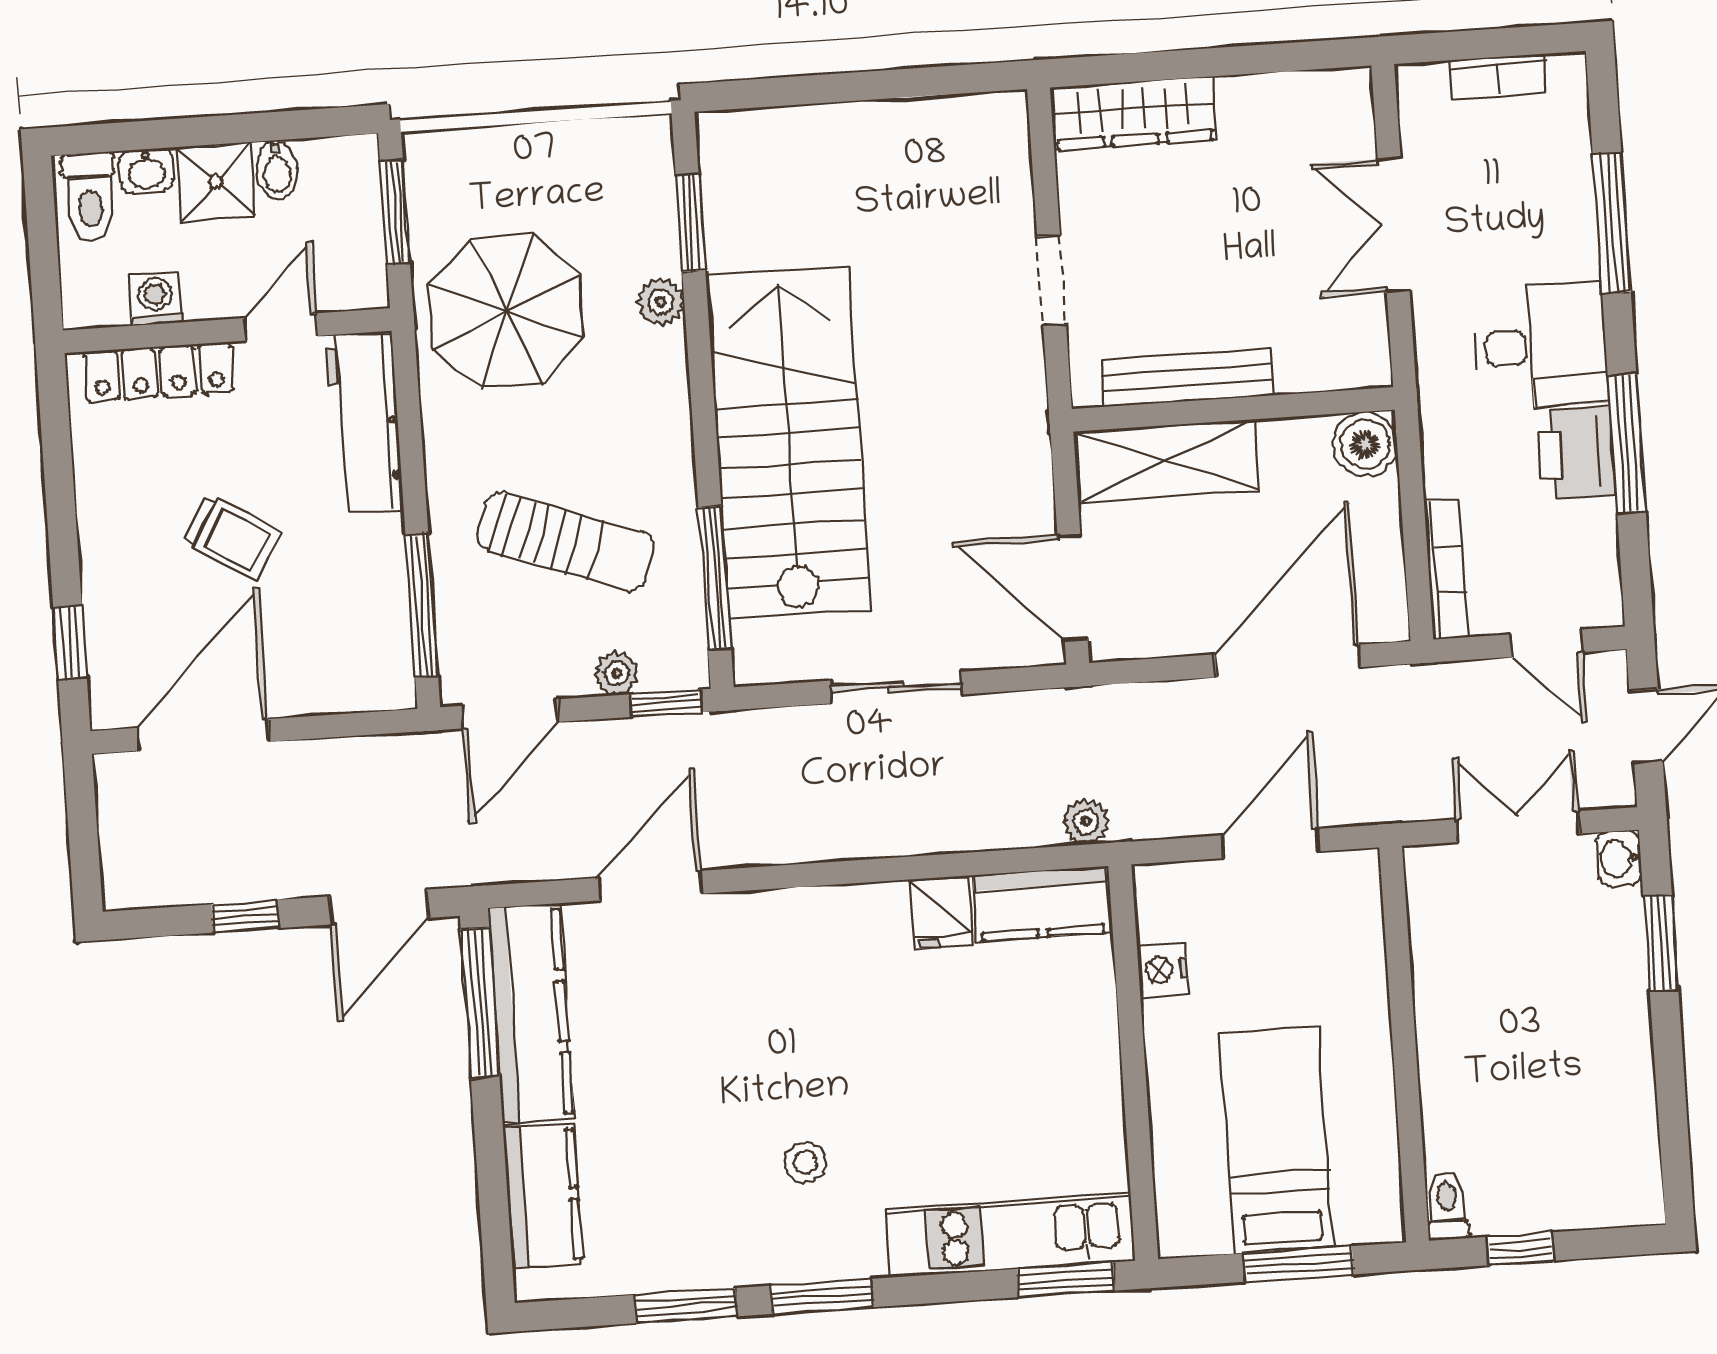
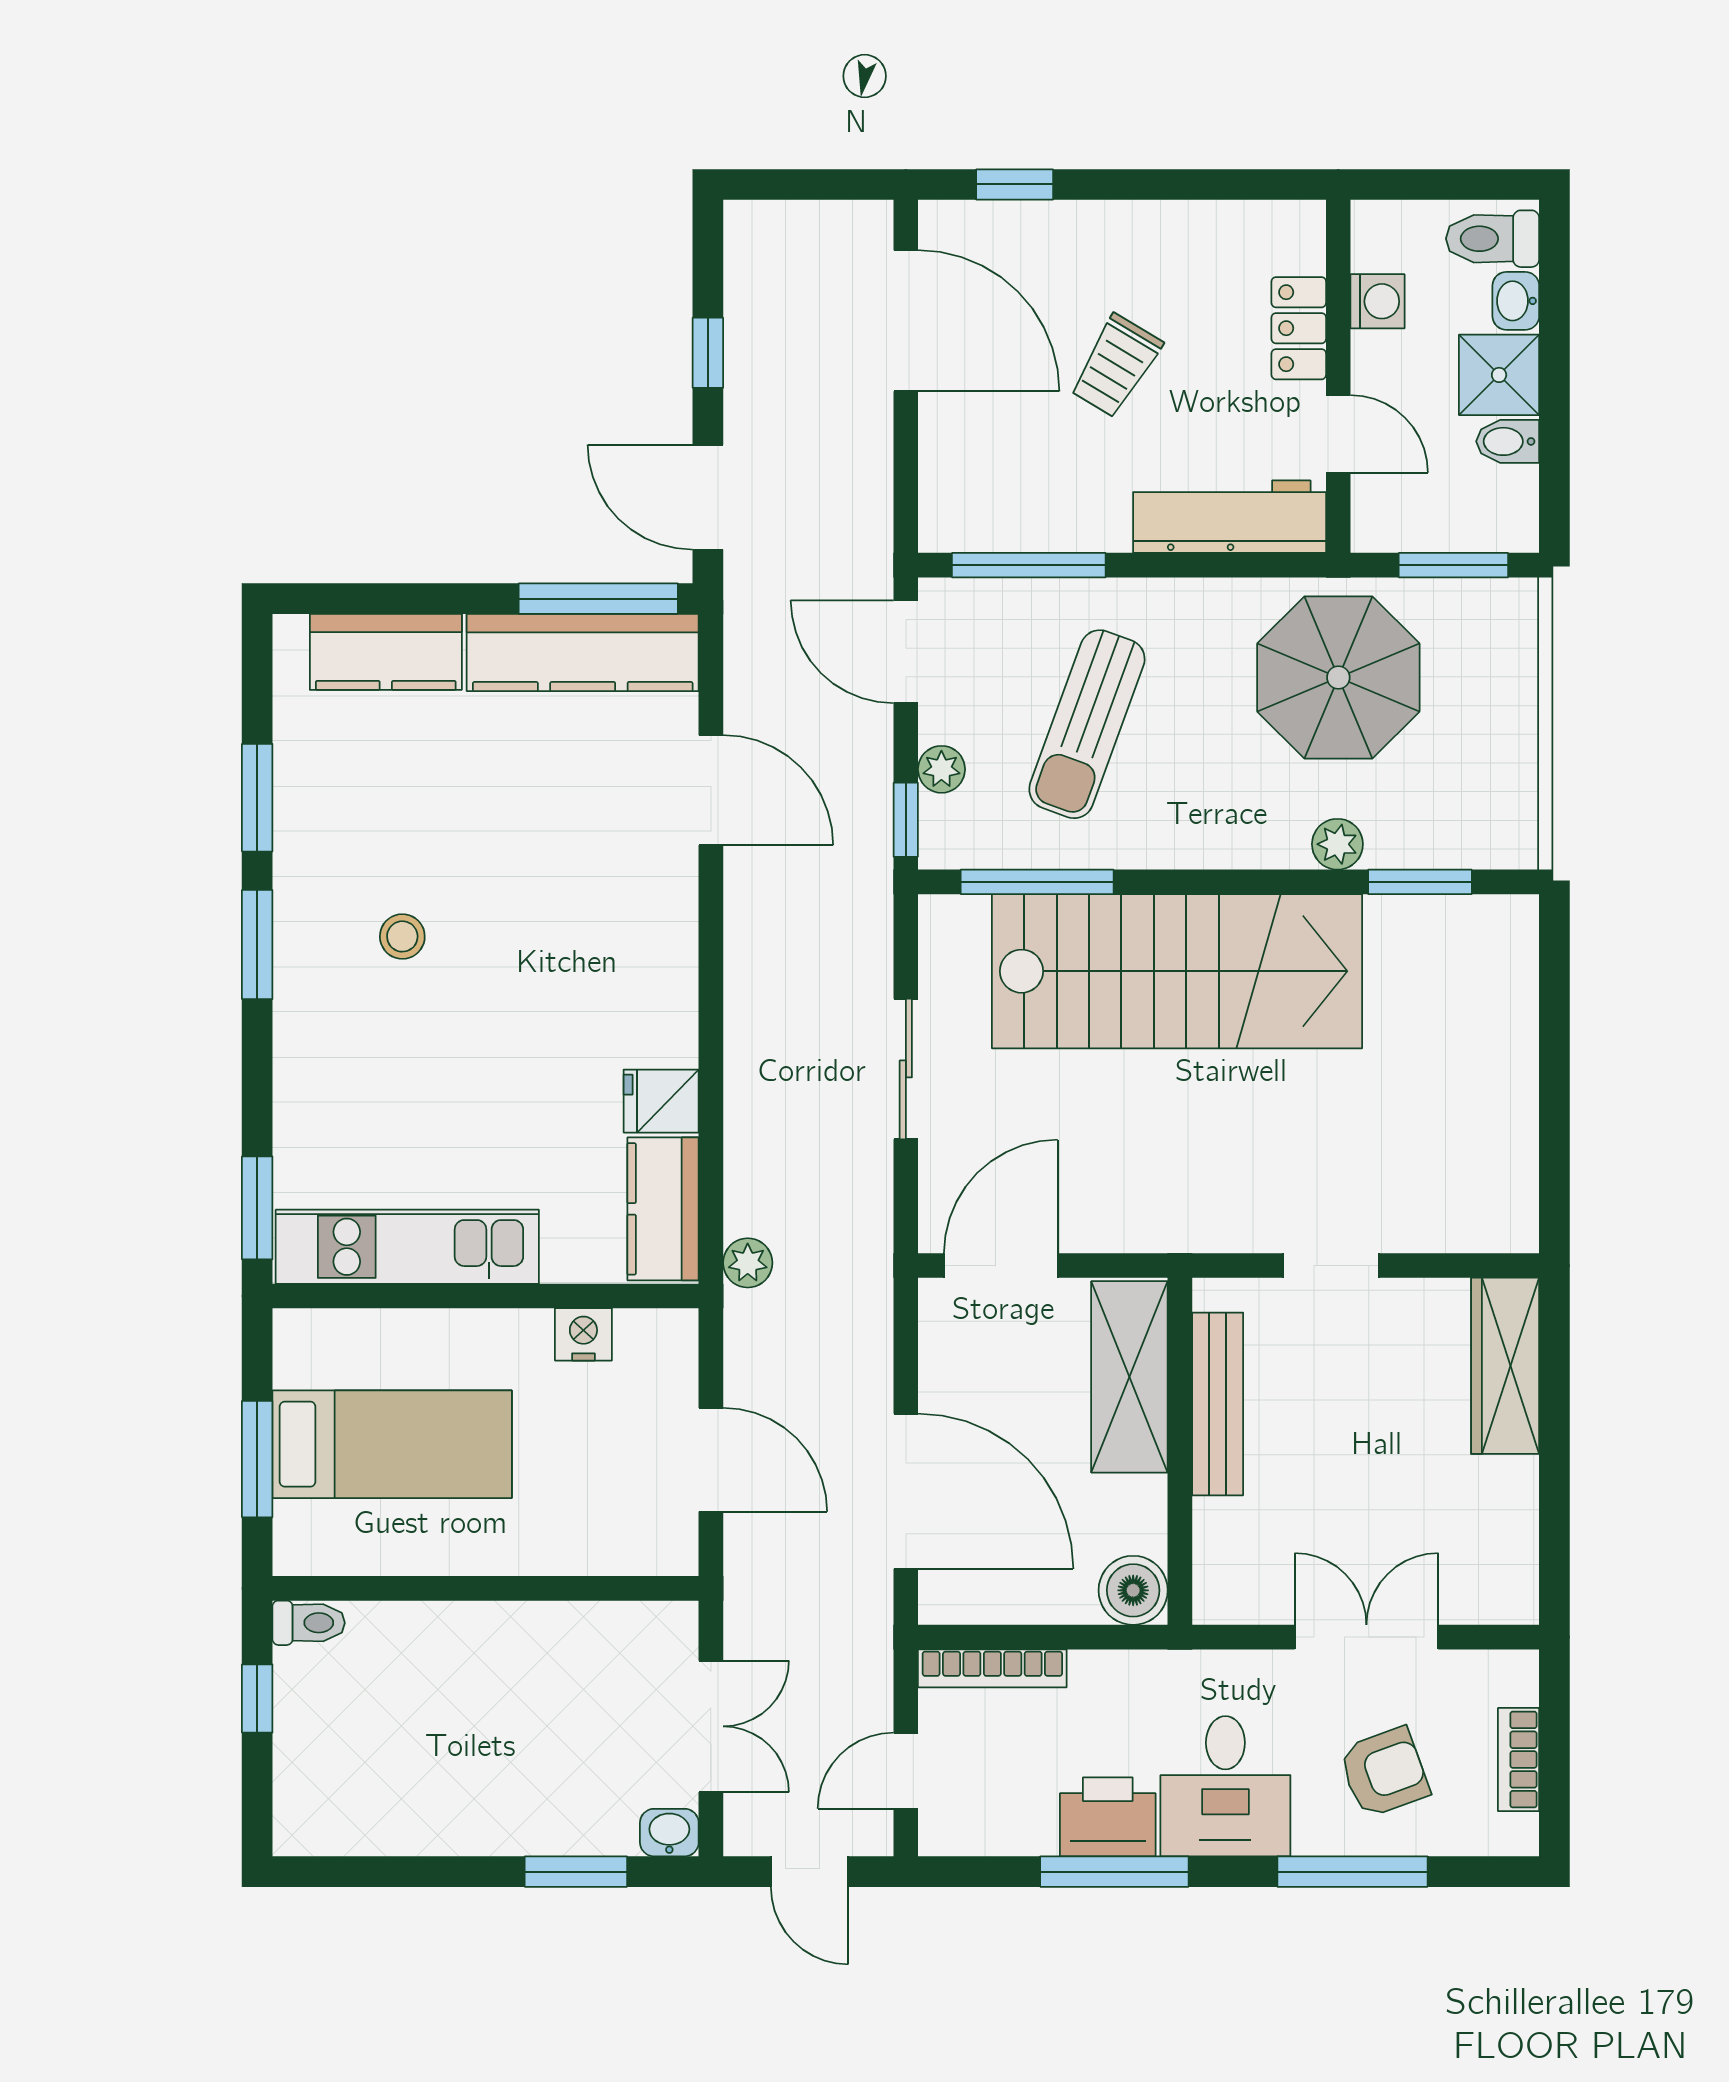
armchair: (1518, 200) -> (1384, 1772), added
locker: (159, 372) -> (1299, 328), width x0.66
kitchen unit: (1011, 1235) -> (407, 1247), moved, turned -90

